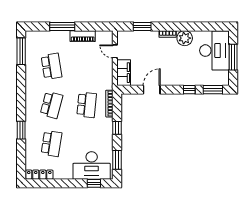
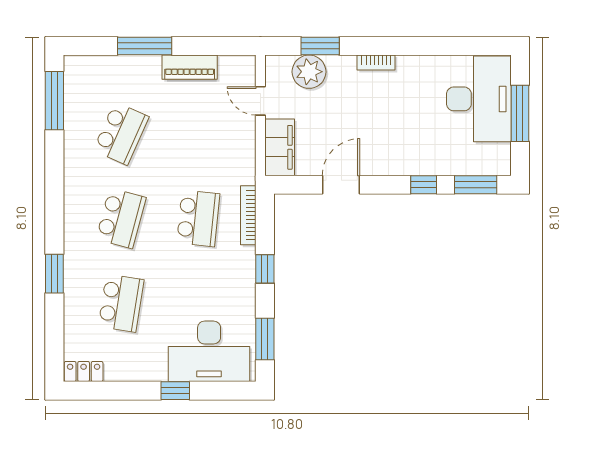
plant: (185, 38) -> (309, 72), moved
school desk: (51, 66) -> (121, 134), turned 33
locker: (39, 175) -> (84, 371), width x0.66
window: (94, 183) -> (175, 391), moved

